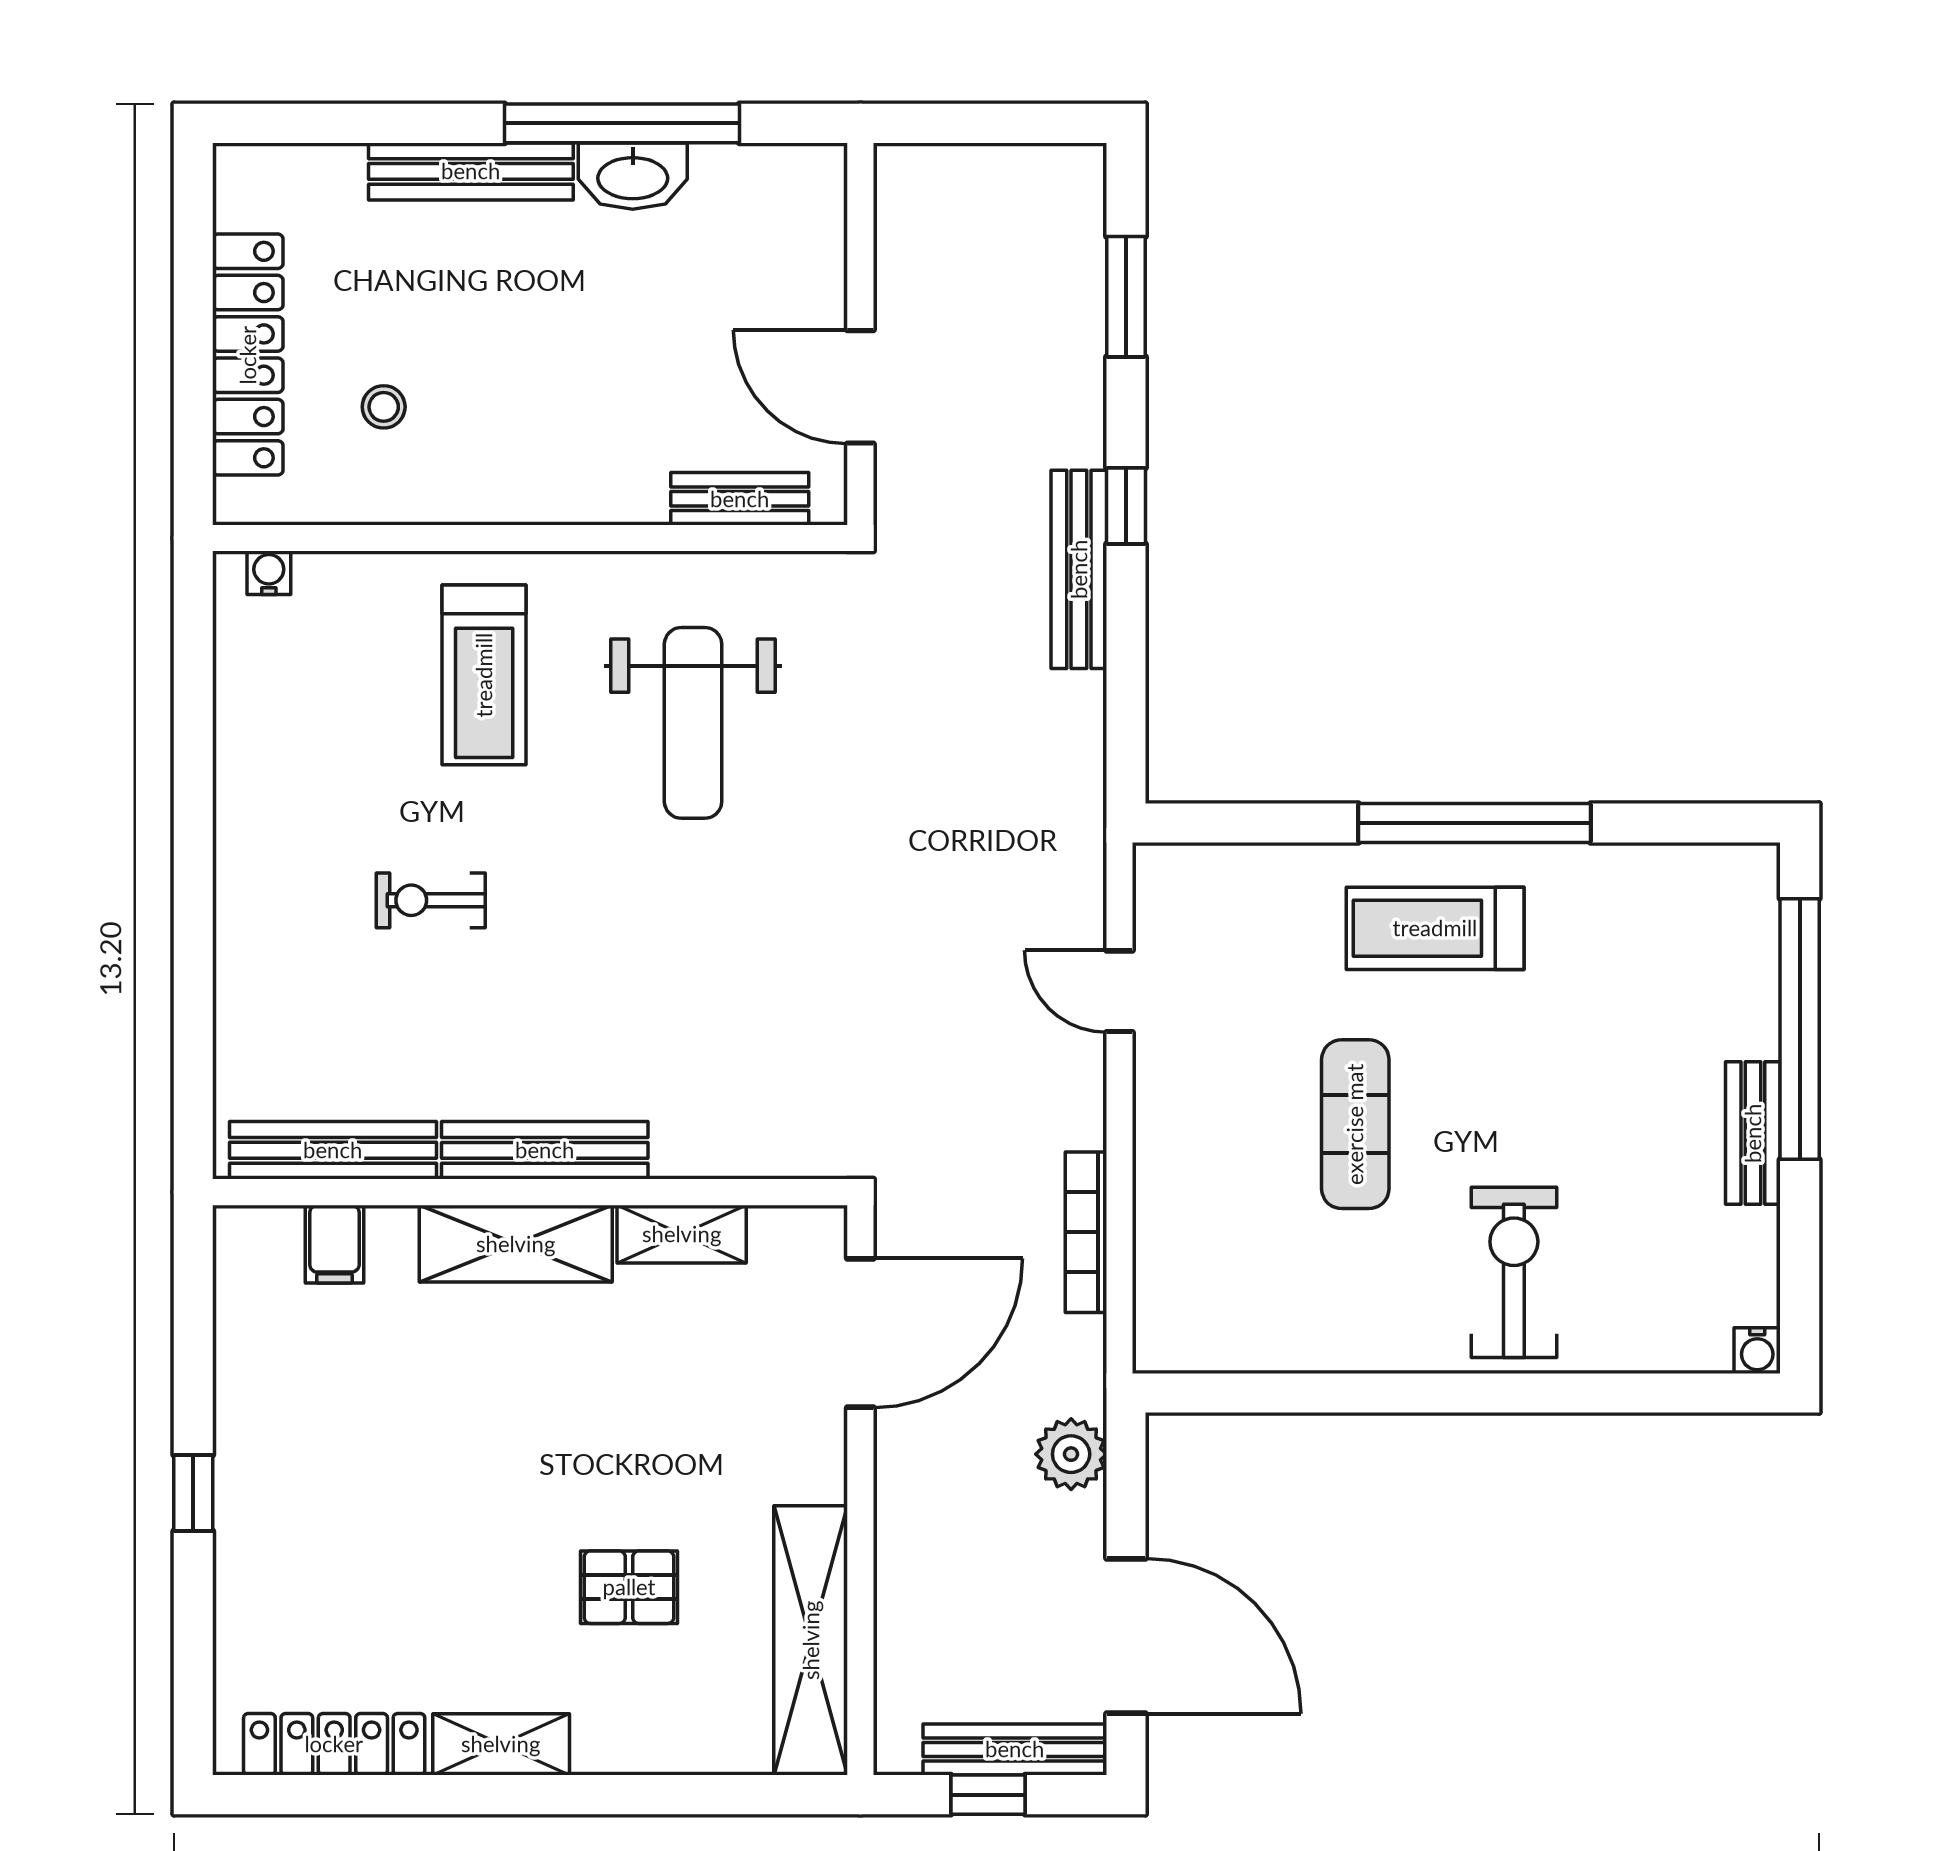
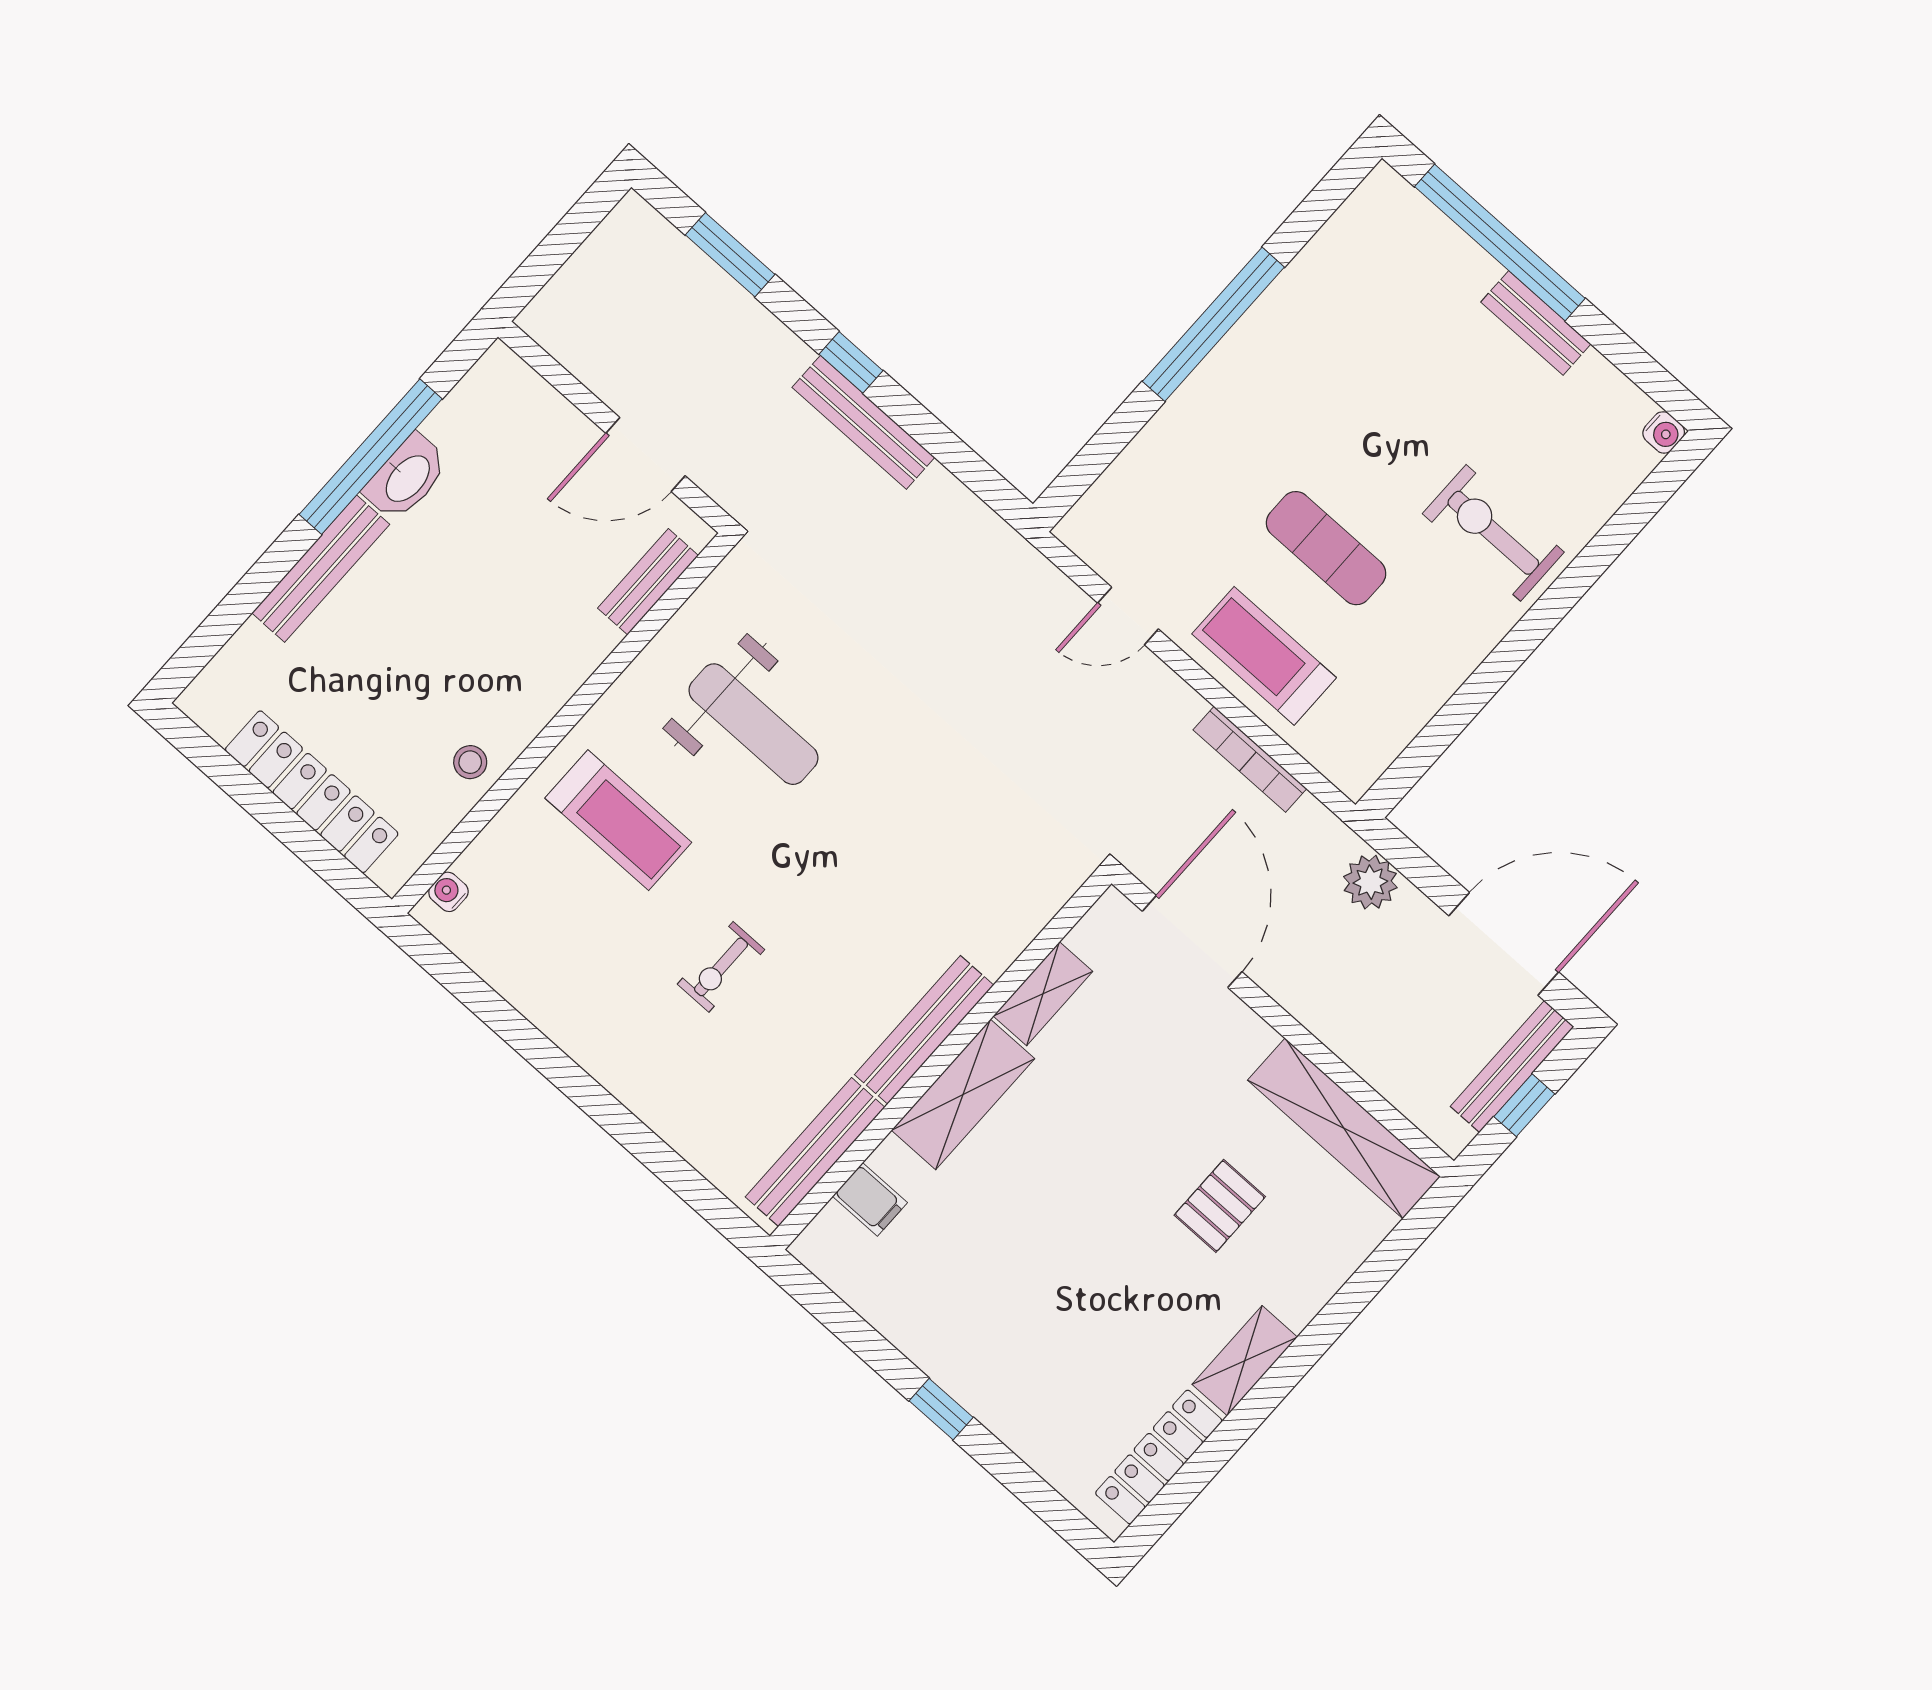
stool: (384, 407) -> (470, 762), moved
treadmill: (1435, 928) -> (1264, 656), moved, turned 90

